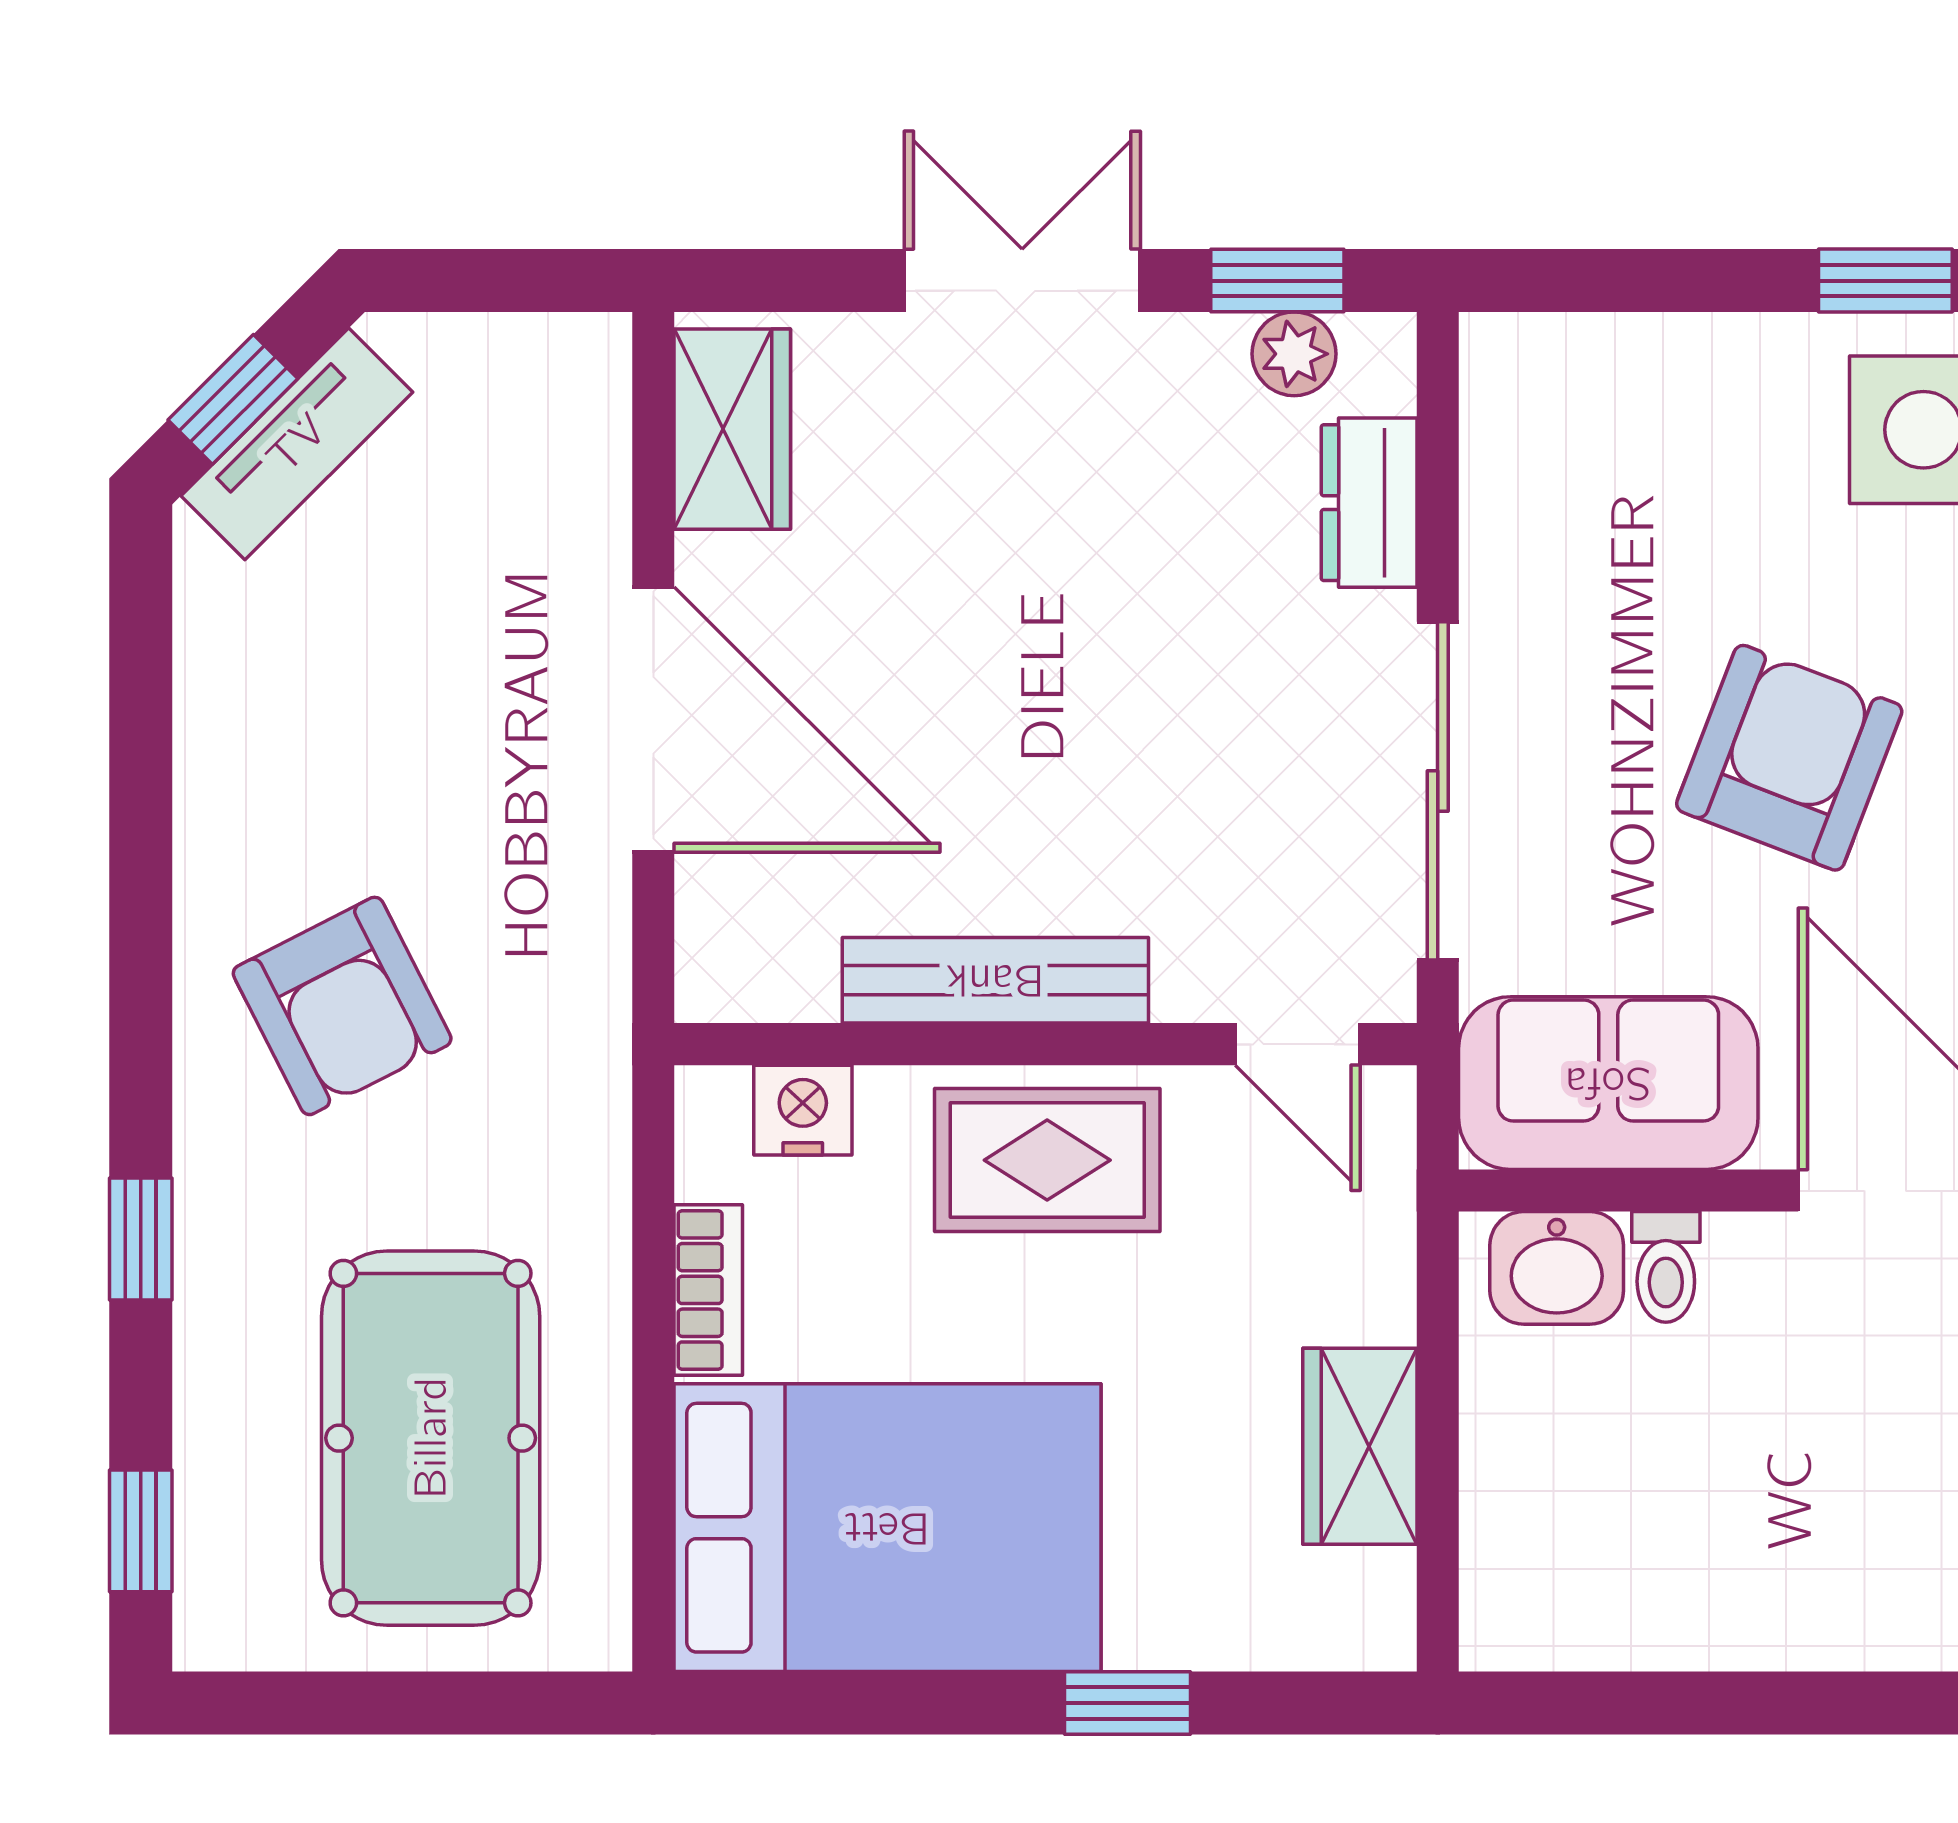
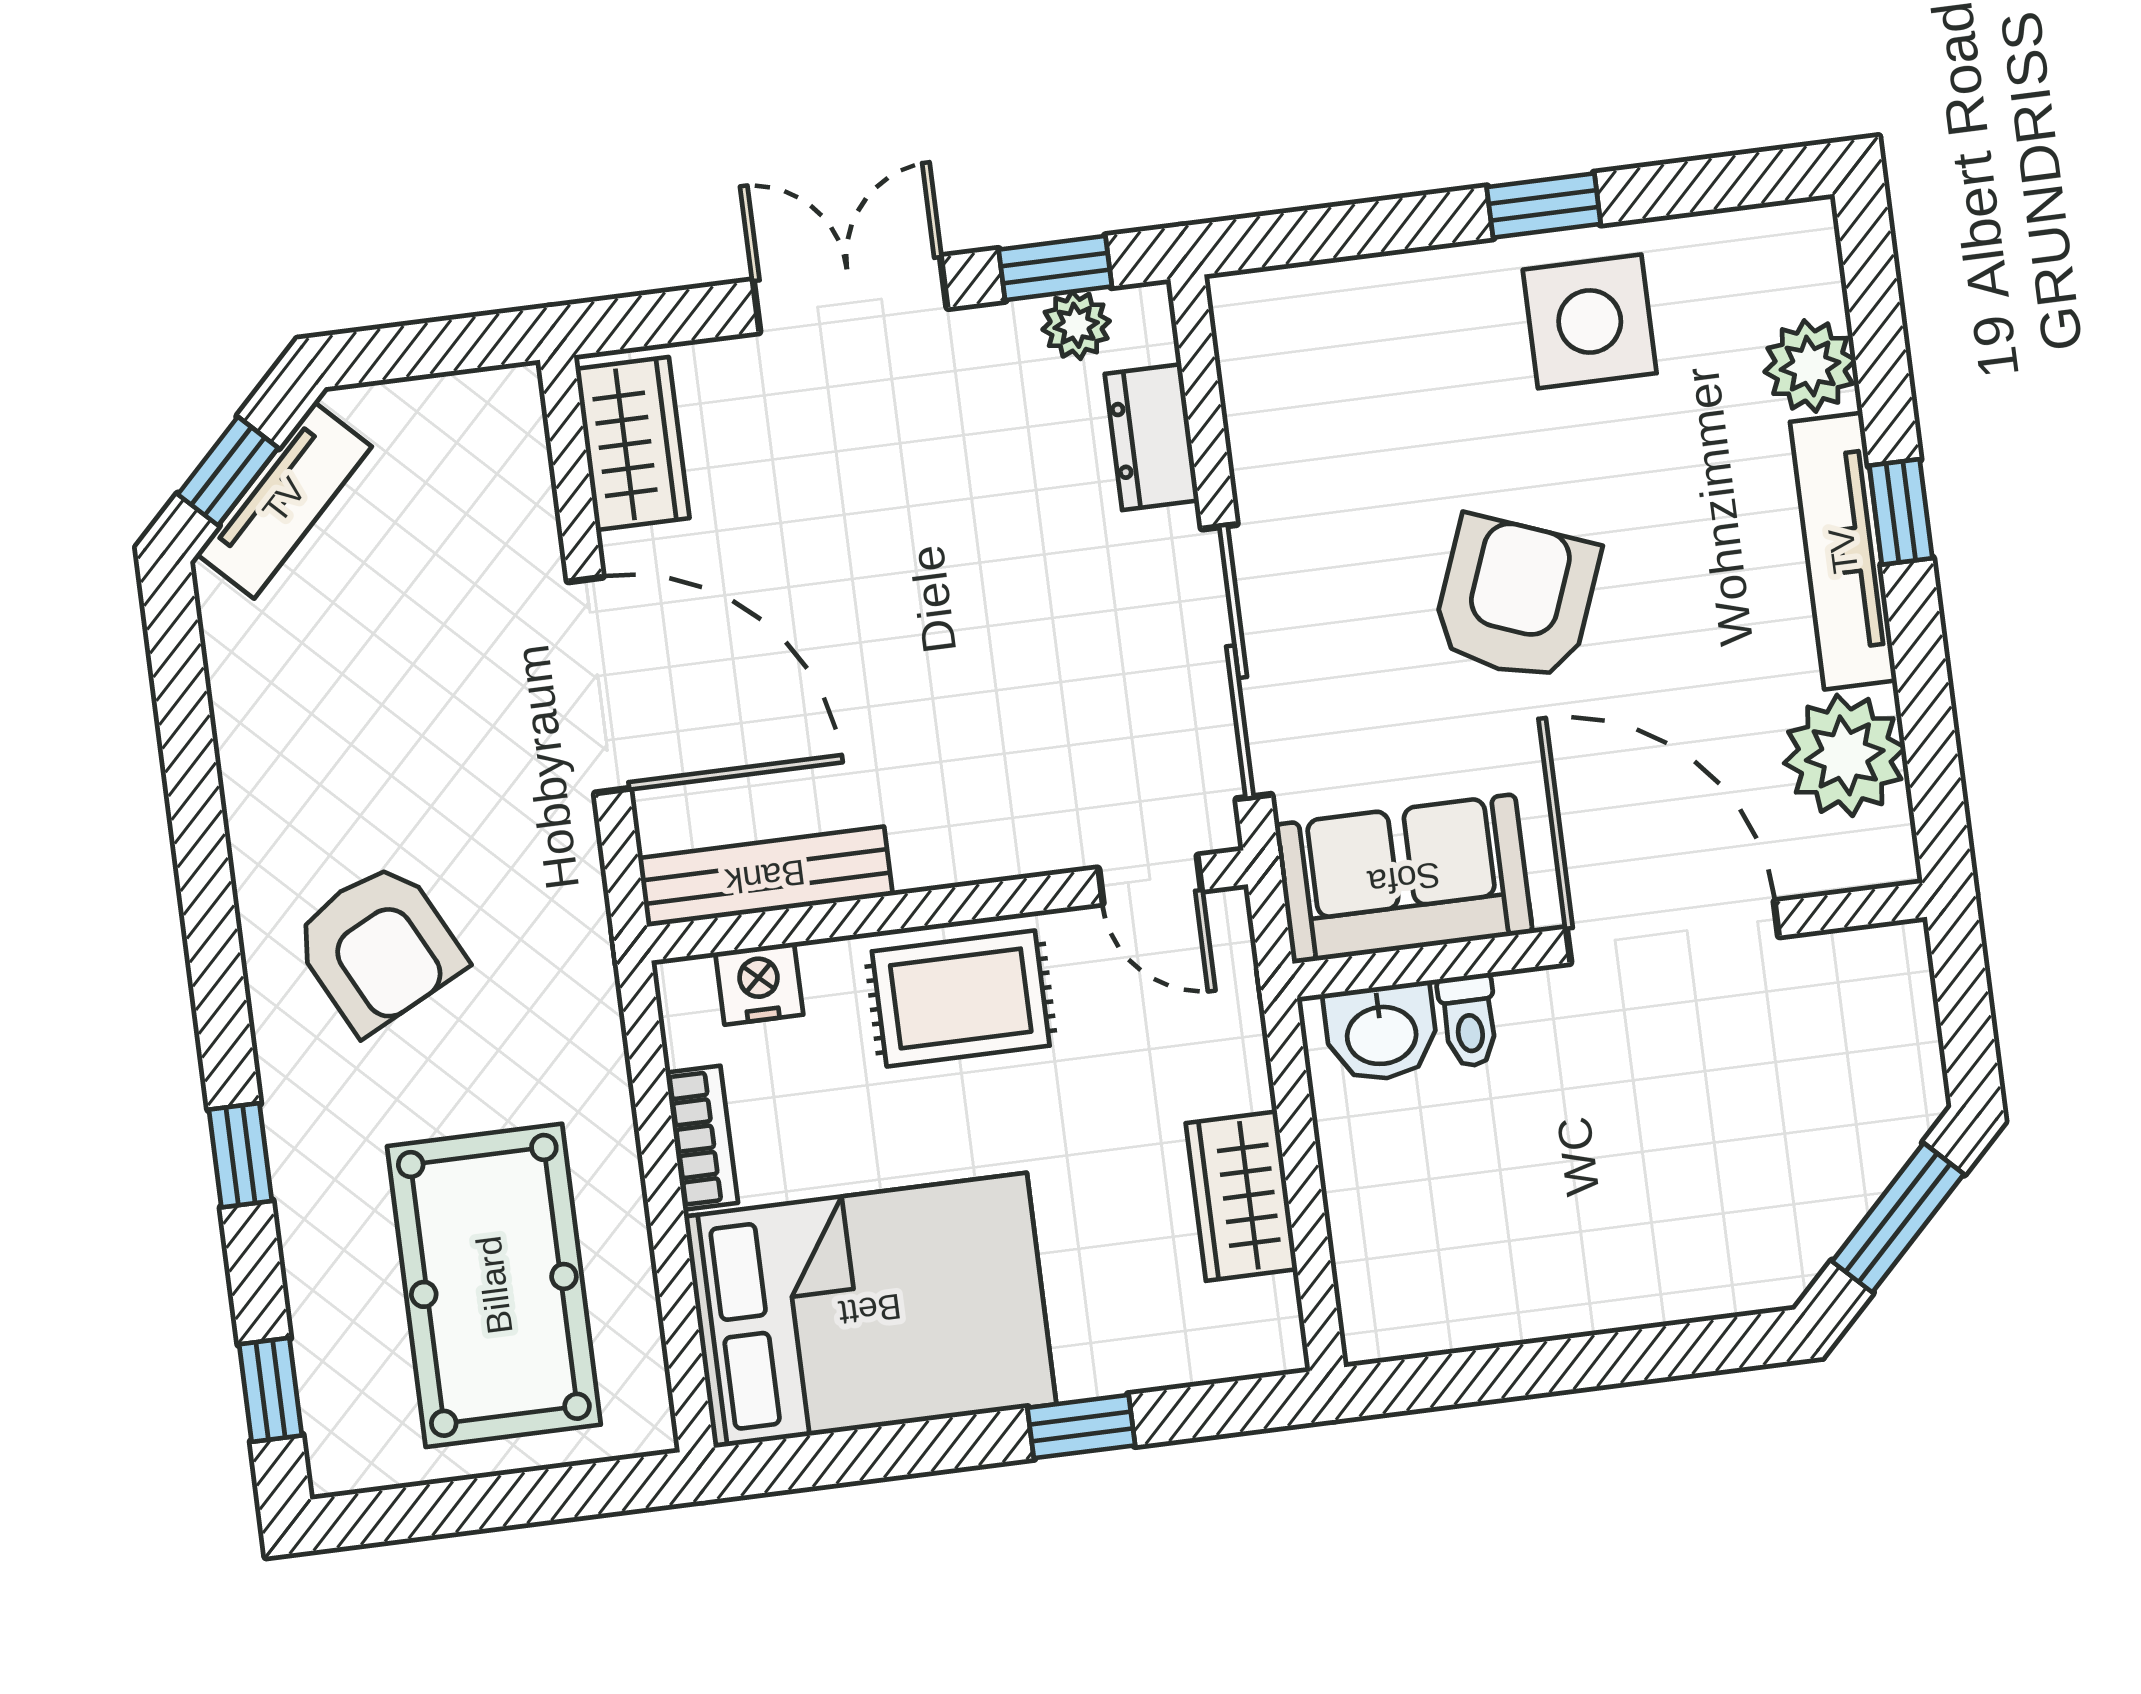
bench: (995, 980) -> (765, 877), moved

